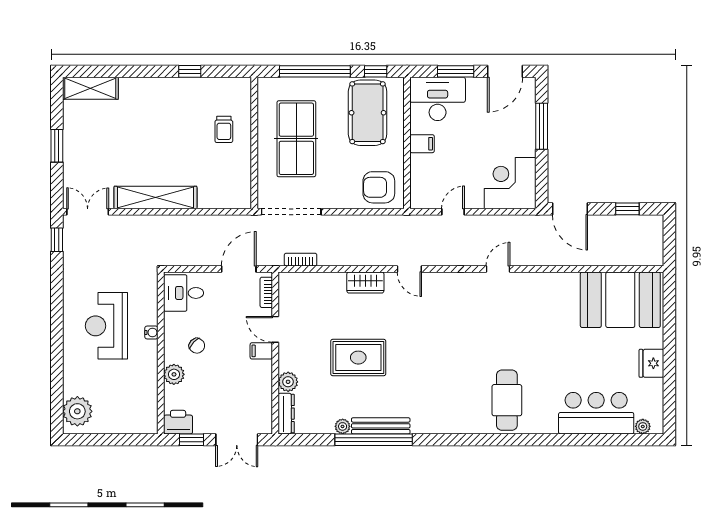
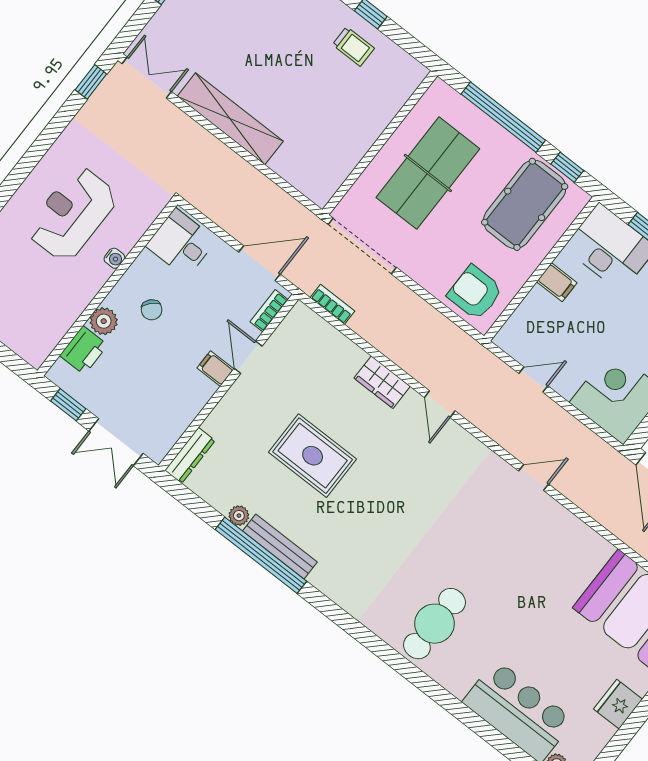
trolley: (224, 129) -> (353, 46), moved, turned -90
plant: (288, 382) -> (218, 423), removed
printer: (178, 422) -> (84, 350), moved, turned 90

